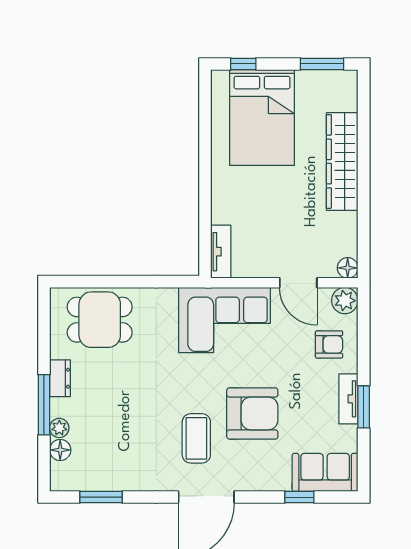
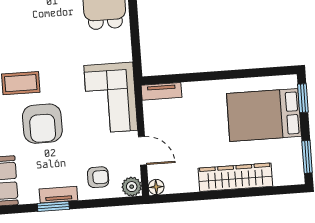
window: (243, 64) -> (303, 98), width x1.50
door: (298, 283) -> (142, 151), swing flipped
armchair: (329, 344) -> (98, 177), turned -90

